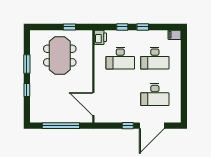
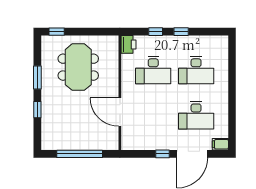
window: (69, 27) -> (57, 32), moved
filing cabinet: (174, 35) -> (220, 144), moved
door: (93, 104) -> (120, 112), moved

